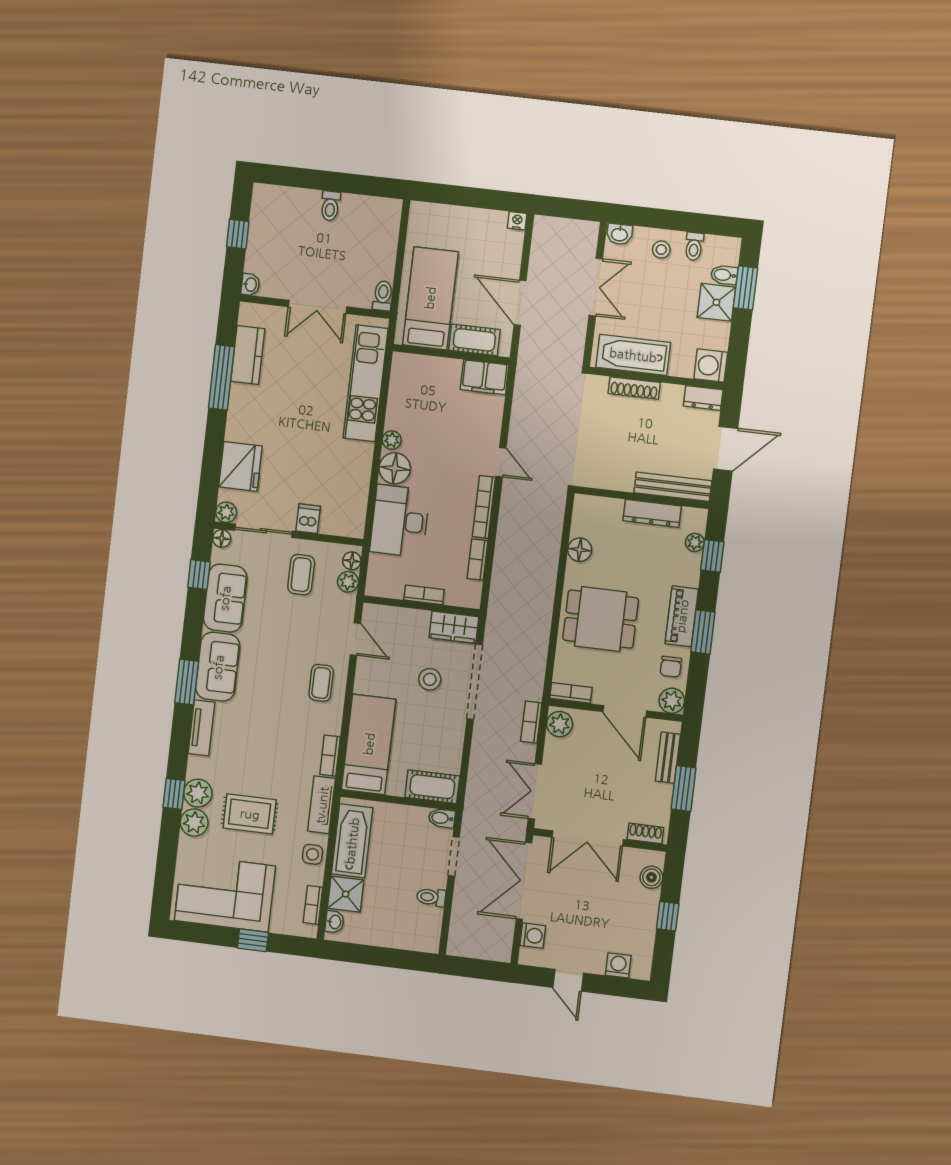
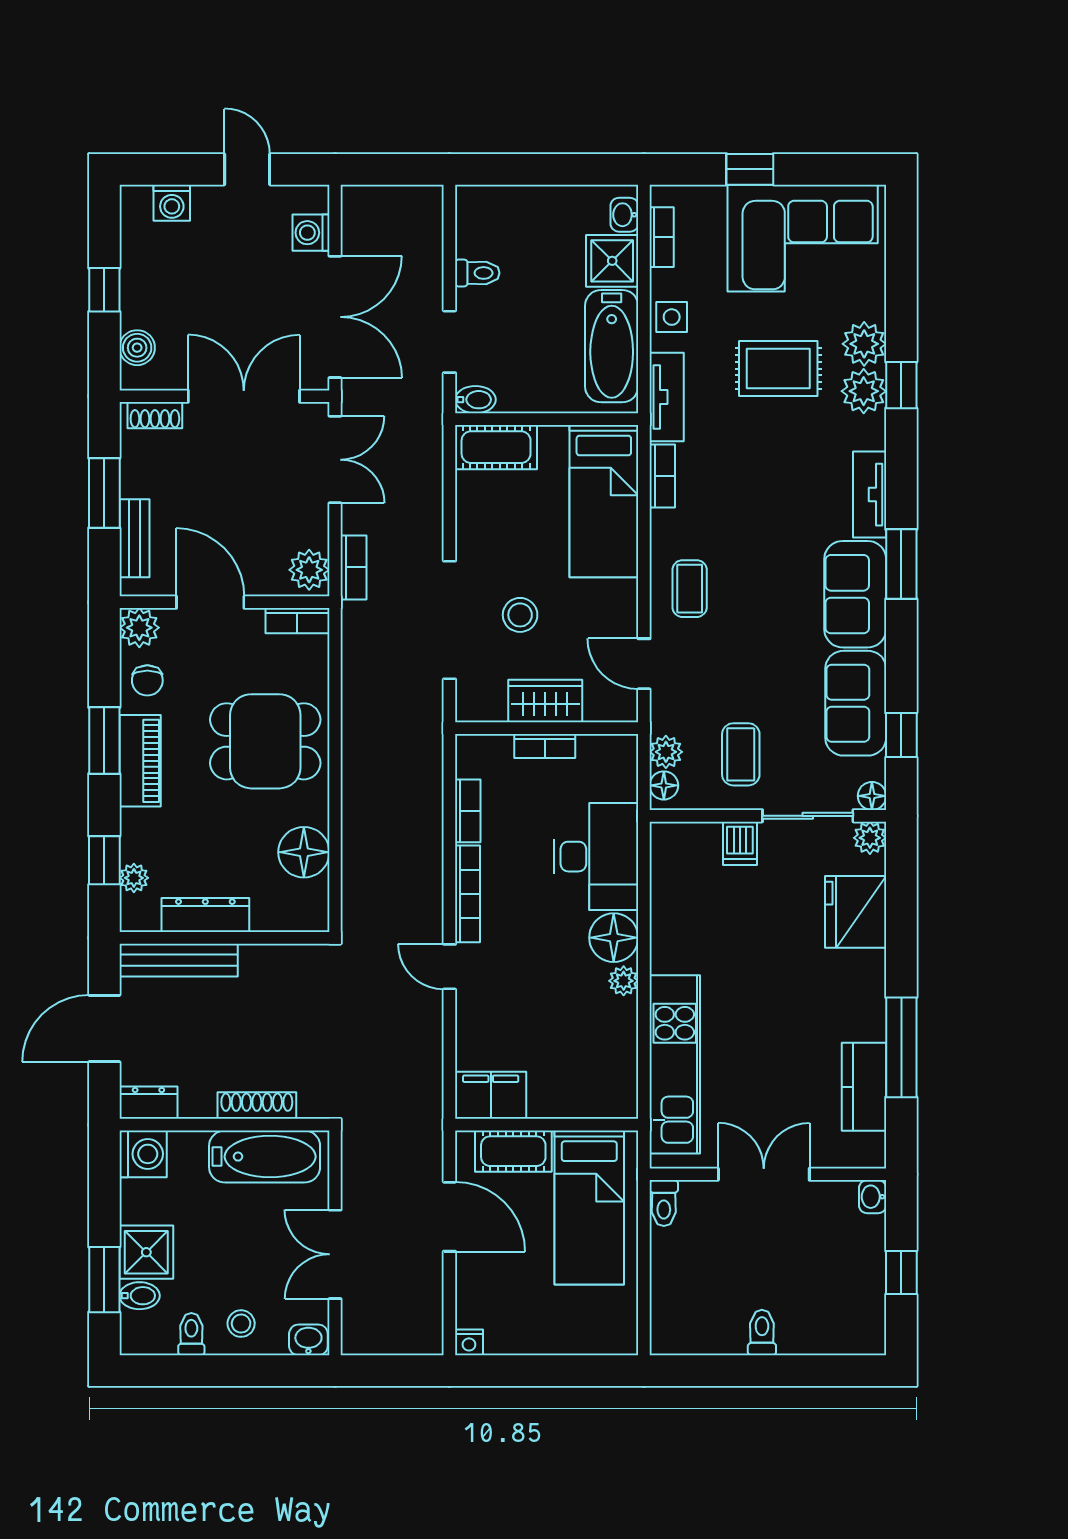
floor lamp: (580, 550) -> (304, 852), width x1.38, depth x1.38
wardrobe: (454, 627) -> (545, 701), moved
chair: (671, 667) -> (147, 680), turned 180

